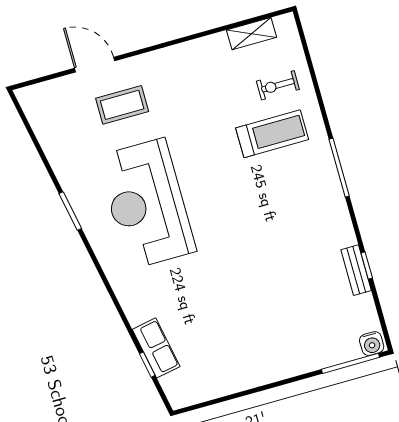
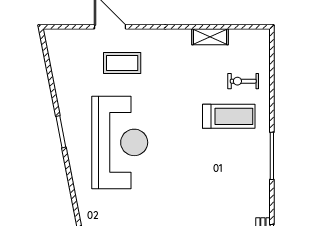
shelving: (251, 34) -> (210, 37), moved
reception desk: (147, 204) -> (120, 142), turned 180

